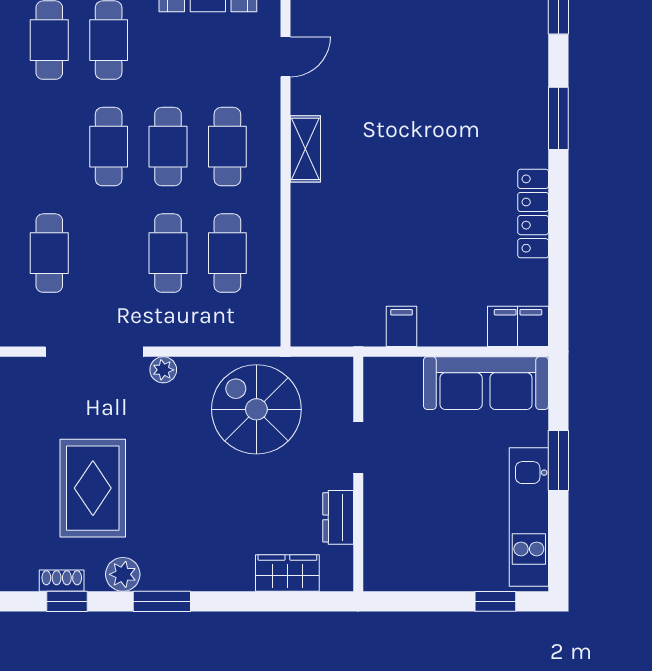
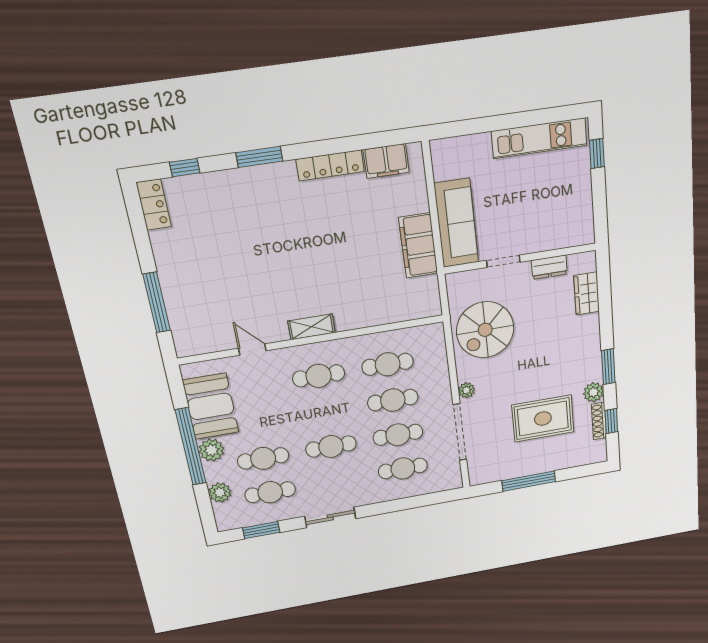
cafe table: (168, 147) -> (398, 435), moved
filing cabinet: (402, 326) -> (418, 246), width x3.00, depth x1.17
filing cabinet: (518, 326) -> (386, 161), moved, turned -90
sofa: (486, 383) -> (456, 223), moved
window: (558, 461) -> (499, 123), removed
shoe rack: (62, 581) -> (599, 421), width x1.43

